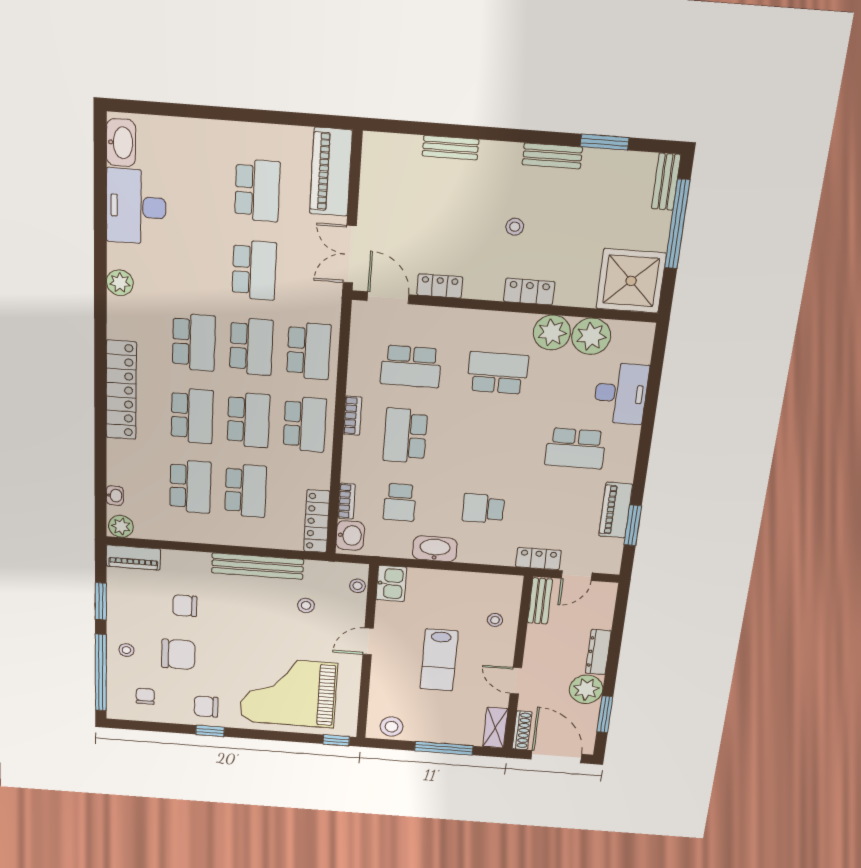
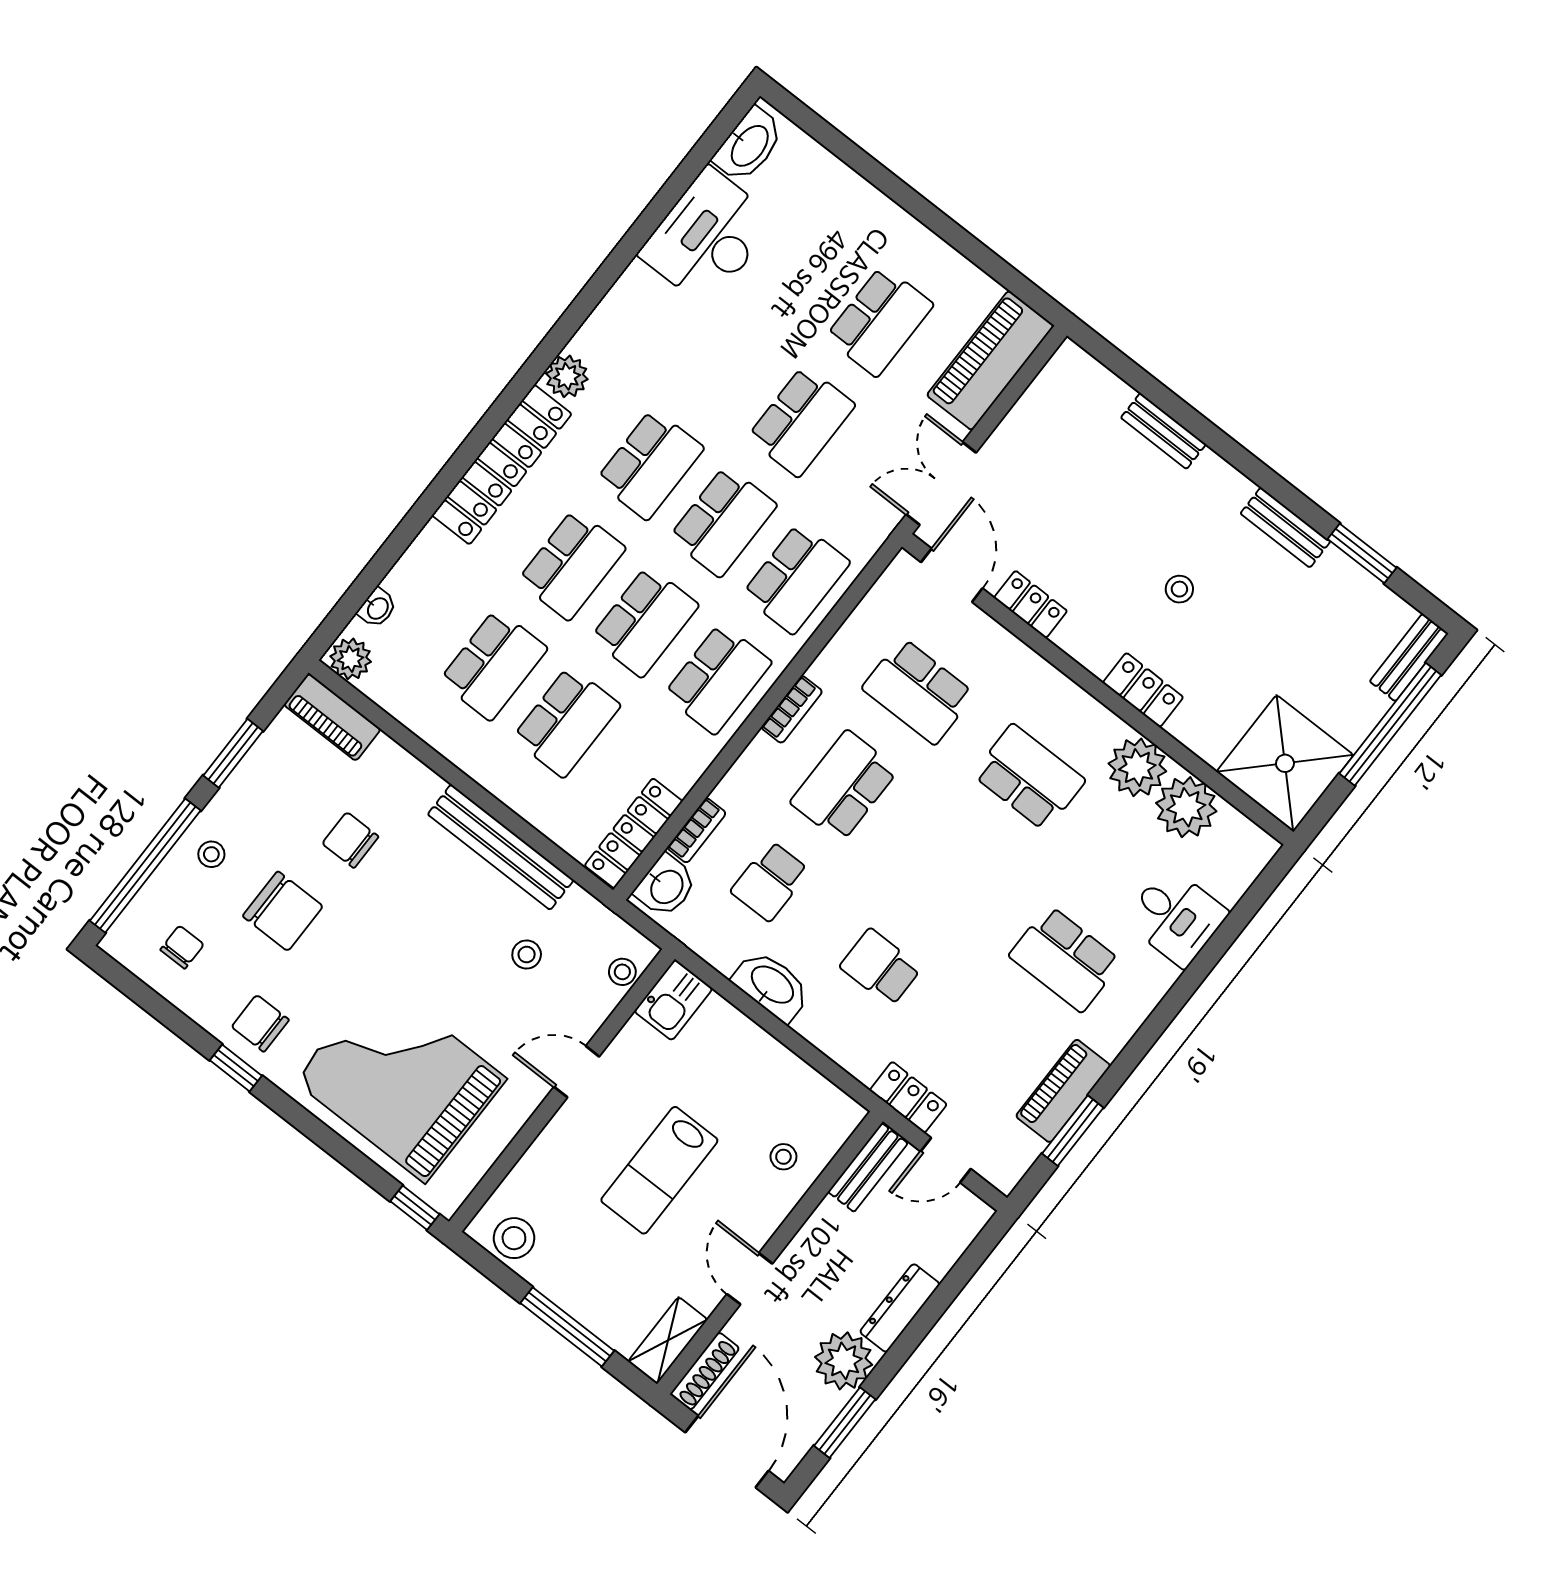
plant: (120, 283) -> (567, 376), moved
desk: (621, 393) -> (1176, 917), width x0.73

